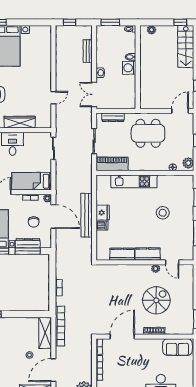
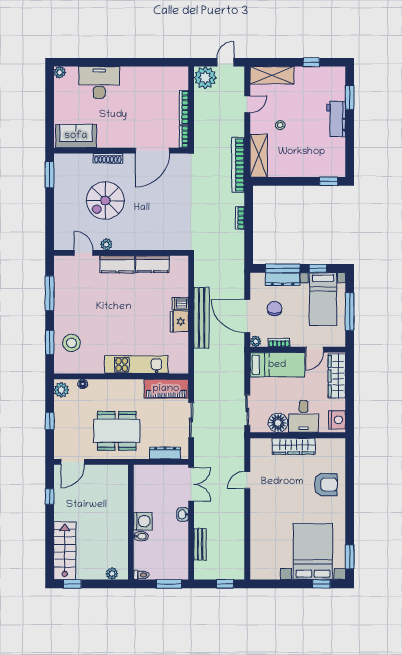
floor lamp: (31, 139) -> (278, 423), added
stool: (163, 213) -> (71, 343), moved
door: (53, 370) -> (247, 104), width x0.53

